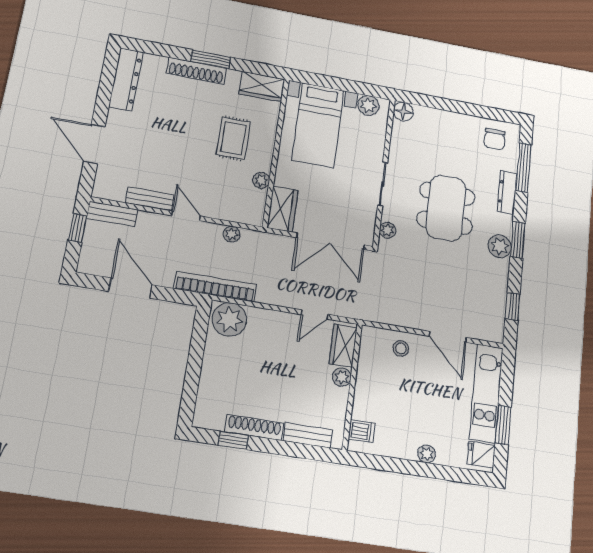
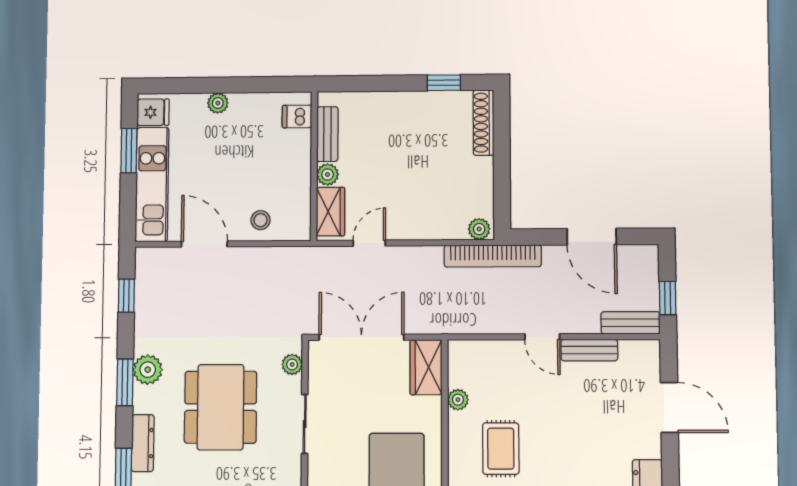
plant: (232, 234) -> (483, 324), removed
plant: (230, 319) -> (479, 229), width x0.53, depth x0.53
shoe rack: (254, 427) -> (483, 123), moved, turned 90
bench: (308, 435) -> (327, 134), moved, turned 90

